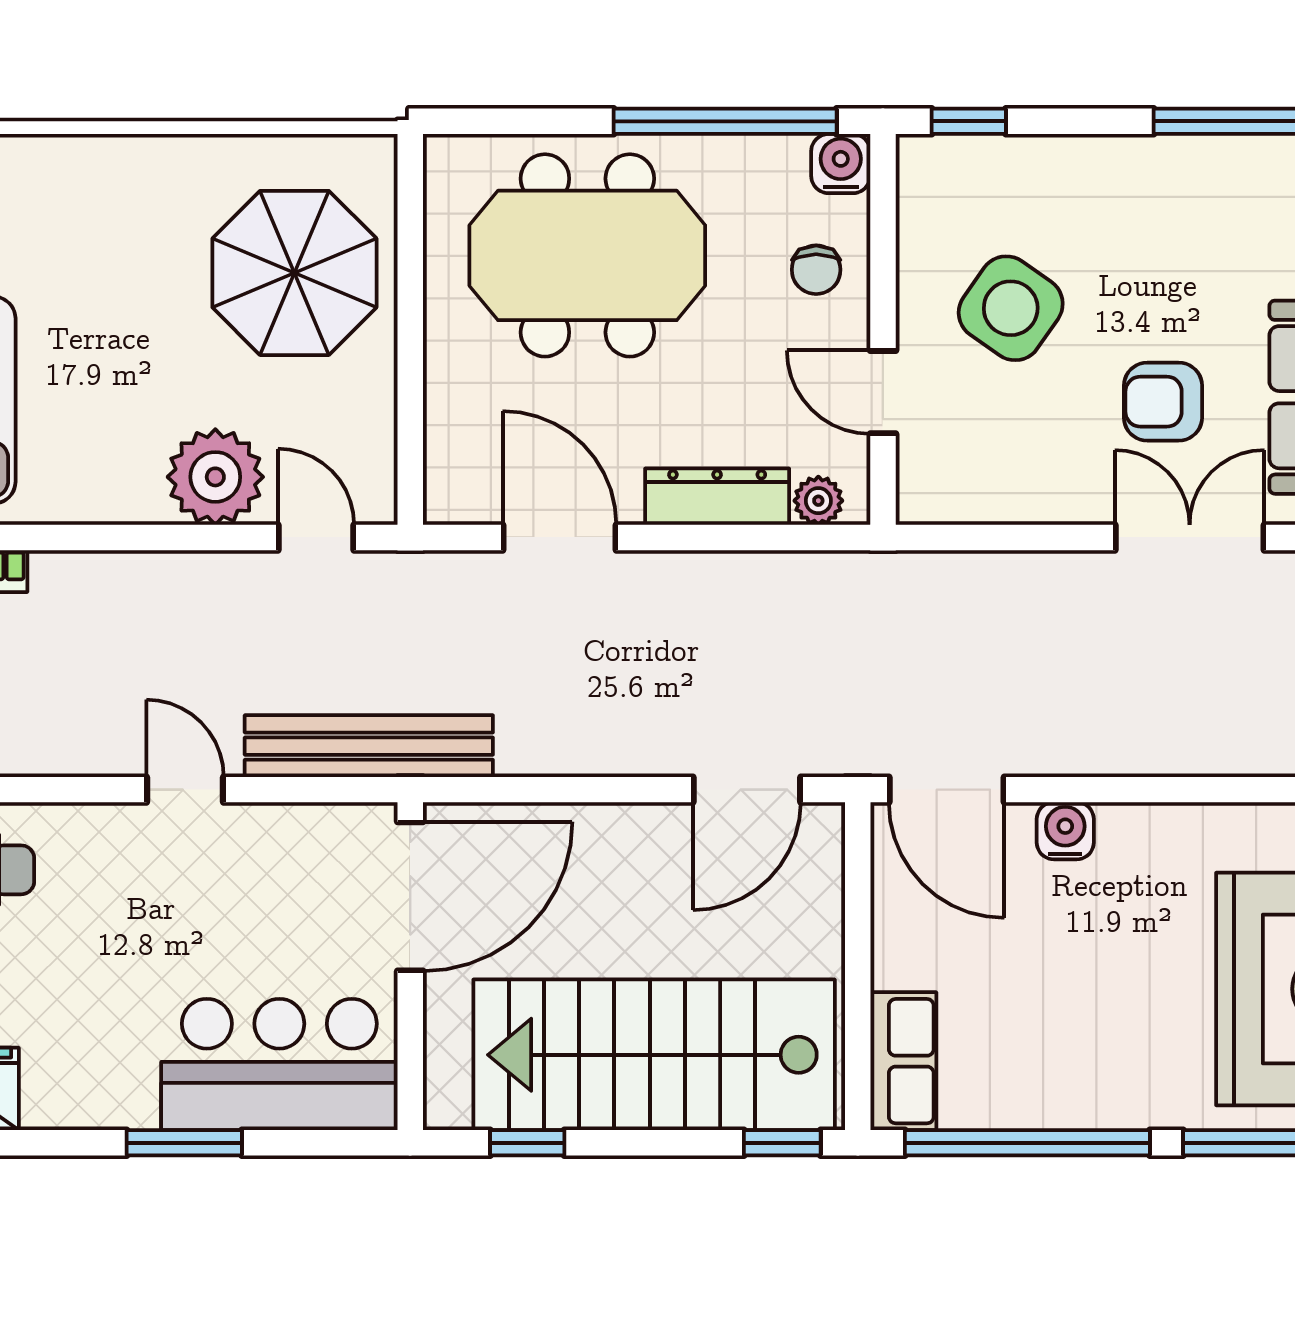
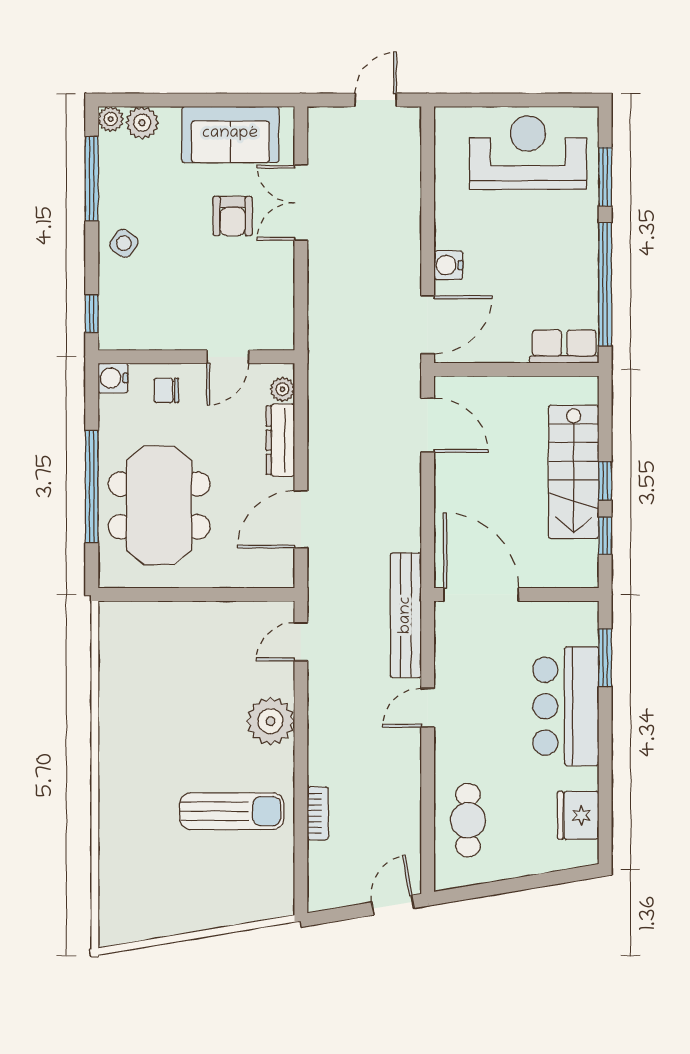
window: (725, 121) -> (92, 487), moved
chair: (816, 270) -> (166, 390), turned 180
parasol: (294, 273) -> (168, 653), removed
side table: (1011, 308) -> (124, 243), moved, width x0.54, depth x0.54
plant: (215, 477) -> (270, 721), moved
stairs: (654, 1055) -> (574, 472), width x0.73, depth x0.66
bar counter: (279, 1064) -> (566, 706), moved
window: (184, 1143) -> (605, 658), moved
window: (782, 1143) -> (605, 481), moved

